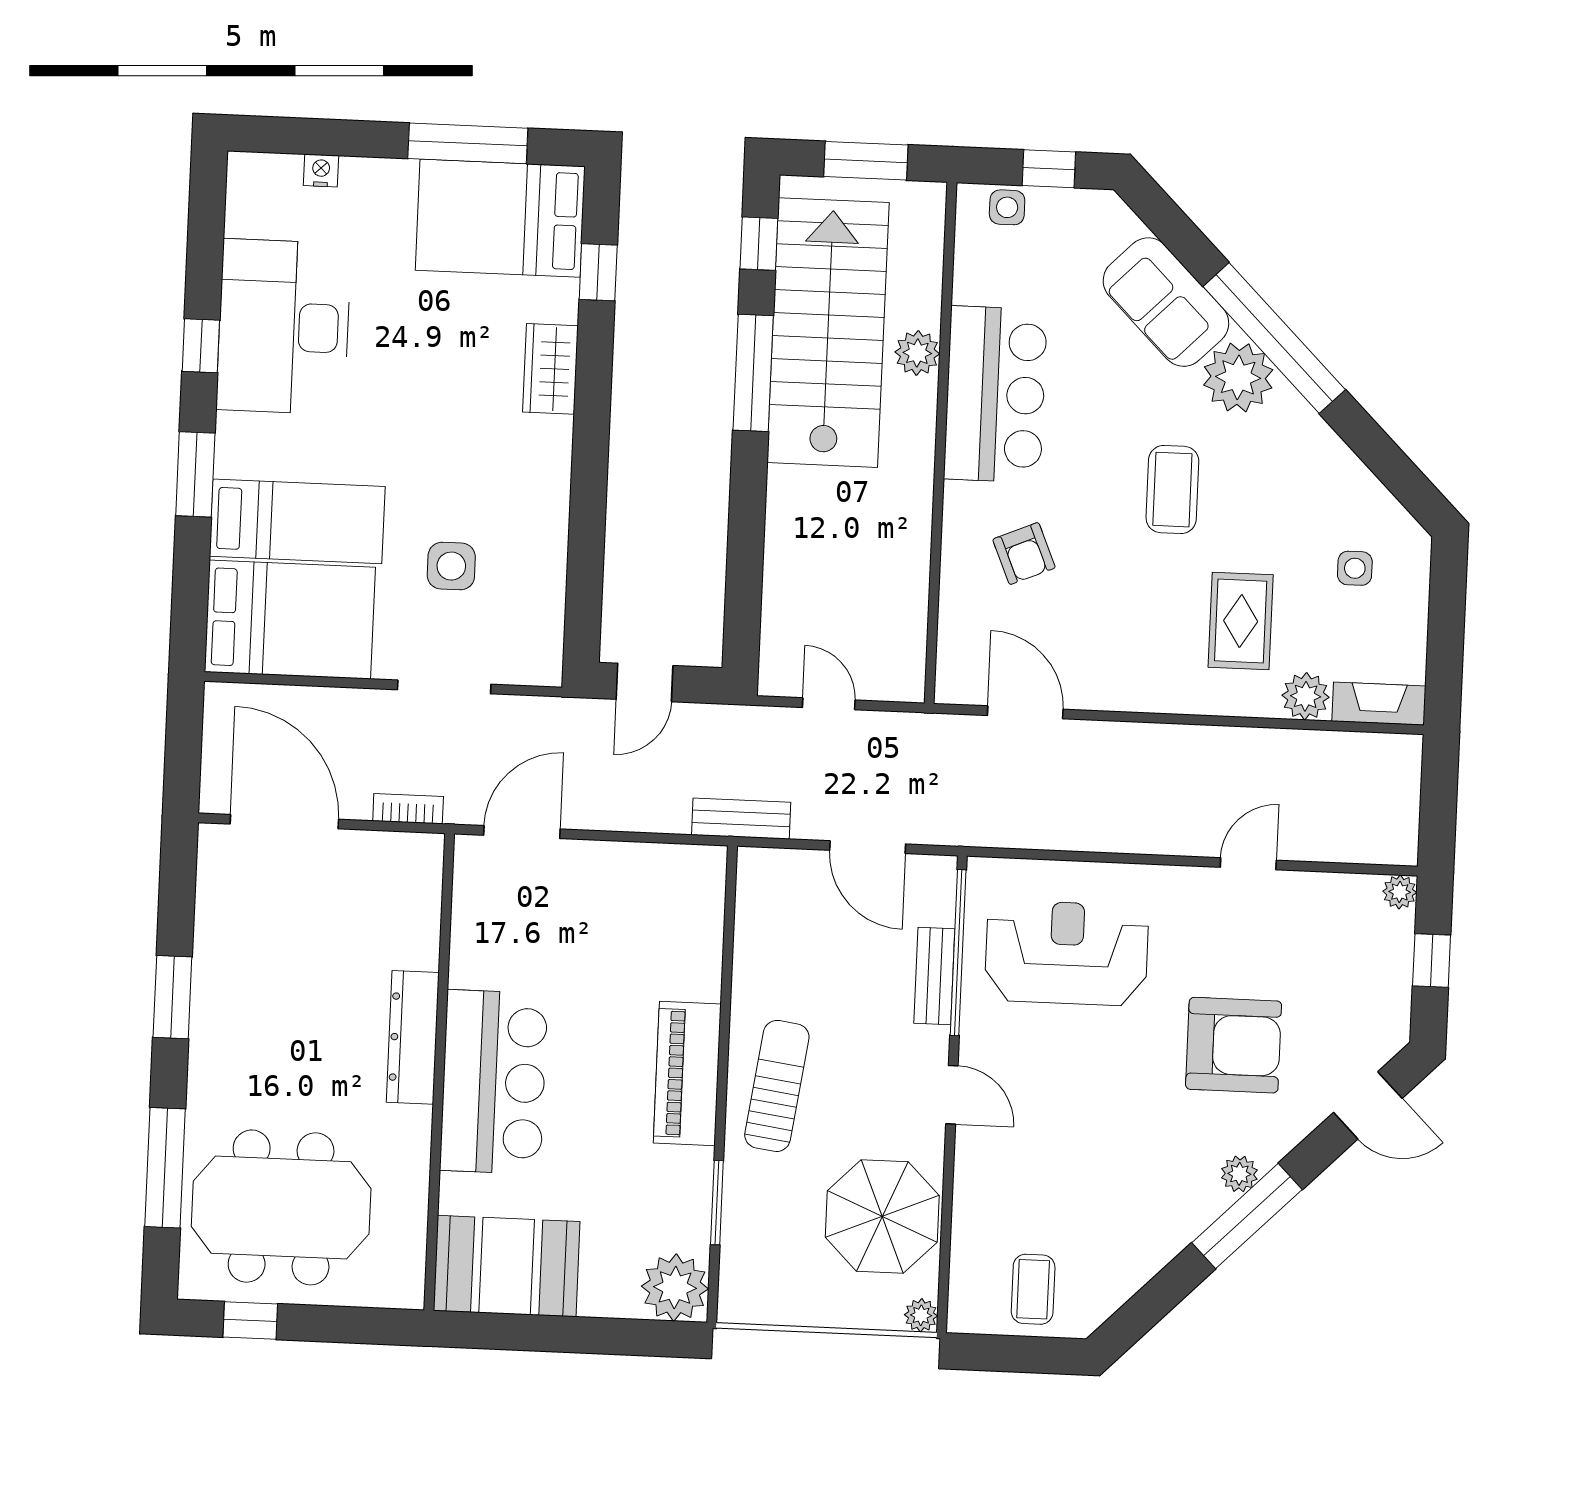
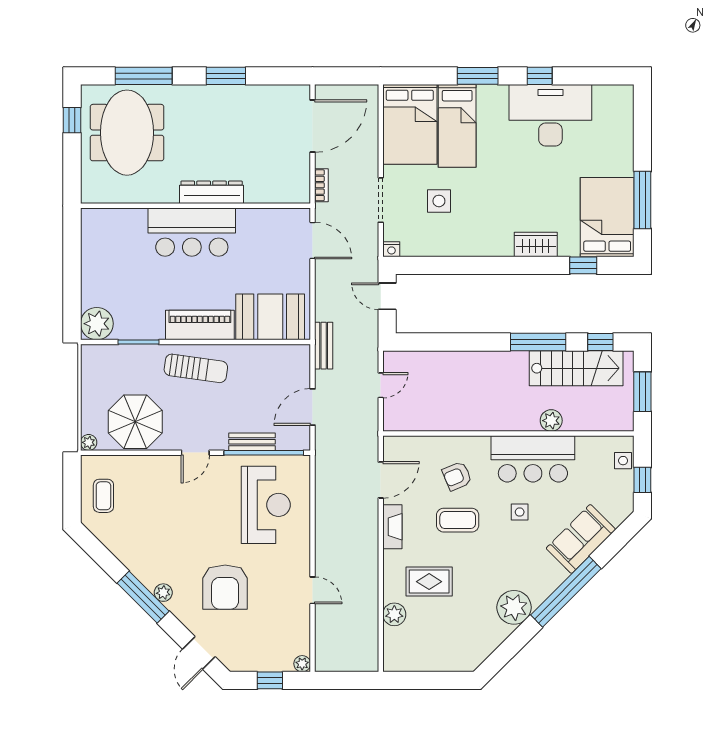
nightstand: (321, 171) -> (391, 249), moved, turned 90
stairs: (828, 333) -> (576, 368), width x0.73, depth x0.66
plant: (1238, 377) -> (514, 607), moved
coffee table: (1172, 490) -> (458, 520), moved
side table: (1355, 568) -> (520, 512), moved
fireplace: (1379, 704) -> (392, 527), moved
booth: (507, 1266) -> (270, 317), moved, turned 90
coffee table: (1033, 1289) -> (103, 496), turned 90

